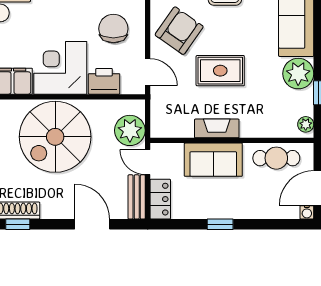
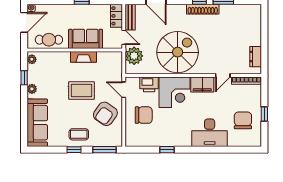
chair: (113, 29) -> (144, 115), turned -90
plant: (298, 74) -> (32, 89), width x0.53, depth x0.53

